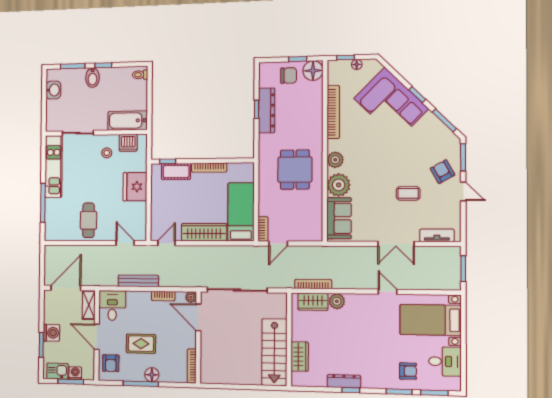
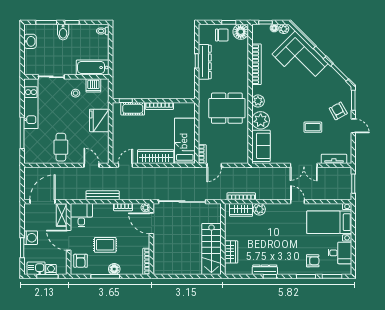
plant: (369, 65) -> (284, 29), added
dining table: (295, 170) -> (227, 108), width x1.38

